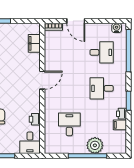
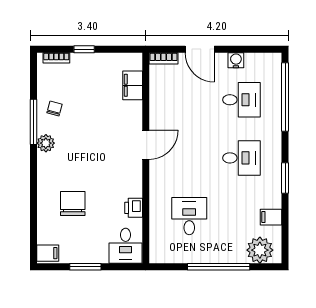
water cooler: (117, 28) -> (236, 60), moved
desk: (102, 88) -> (241, 158), turned 180
printer: (121, 114) -> (274, 199), removed
plant: (95, 145) -> (260, 250), moved

